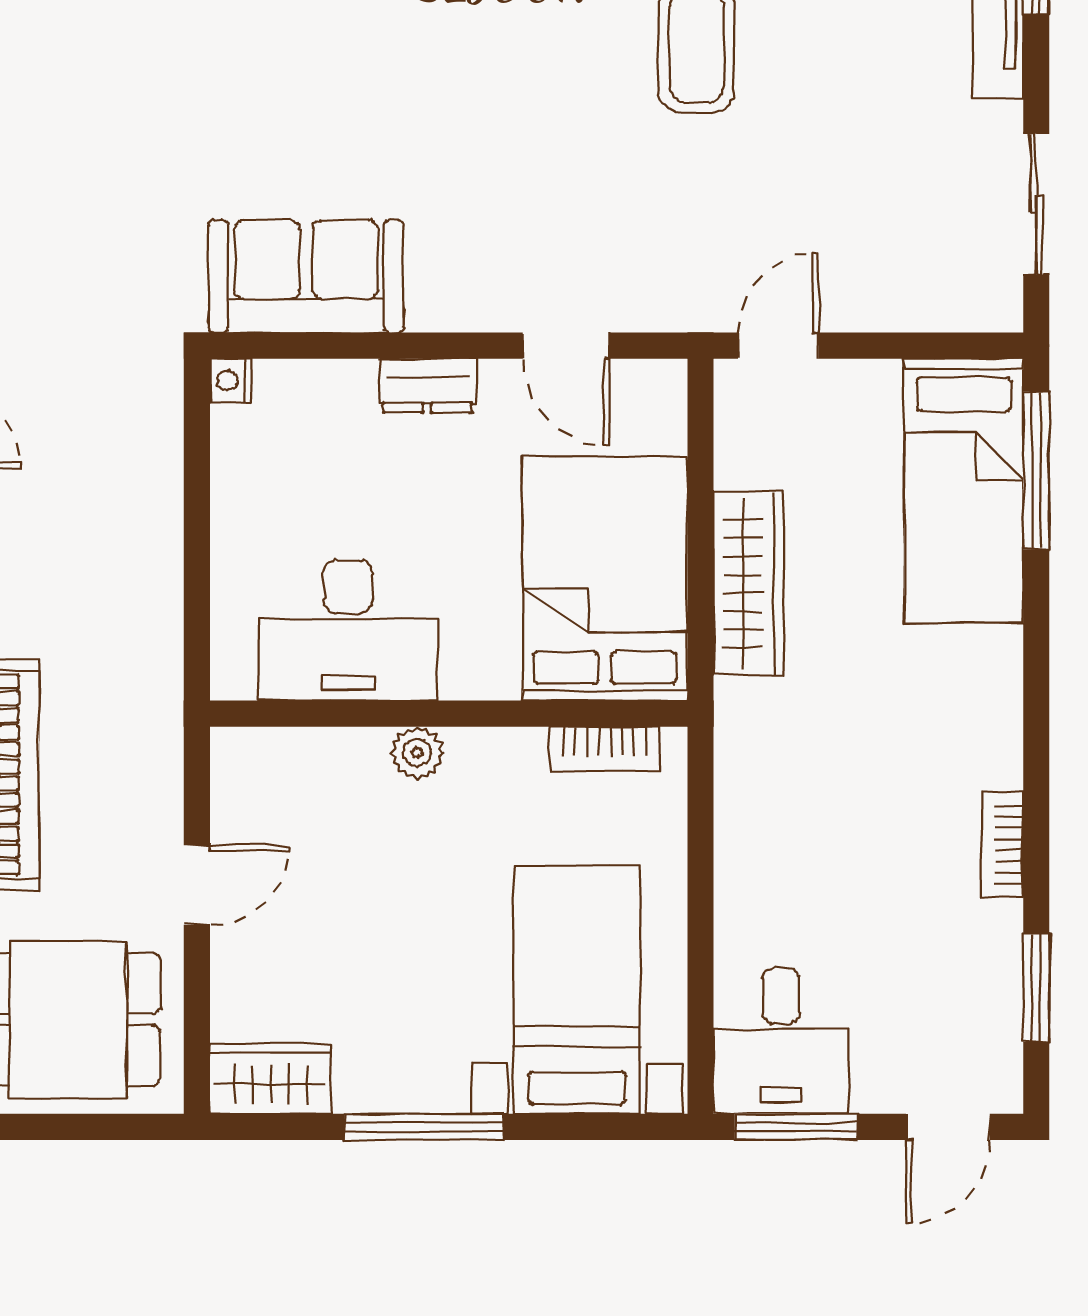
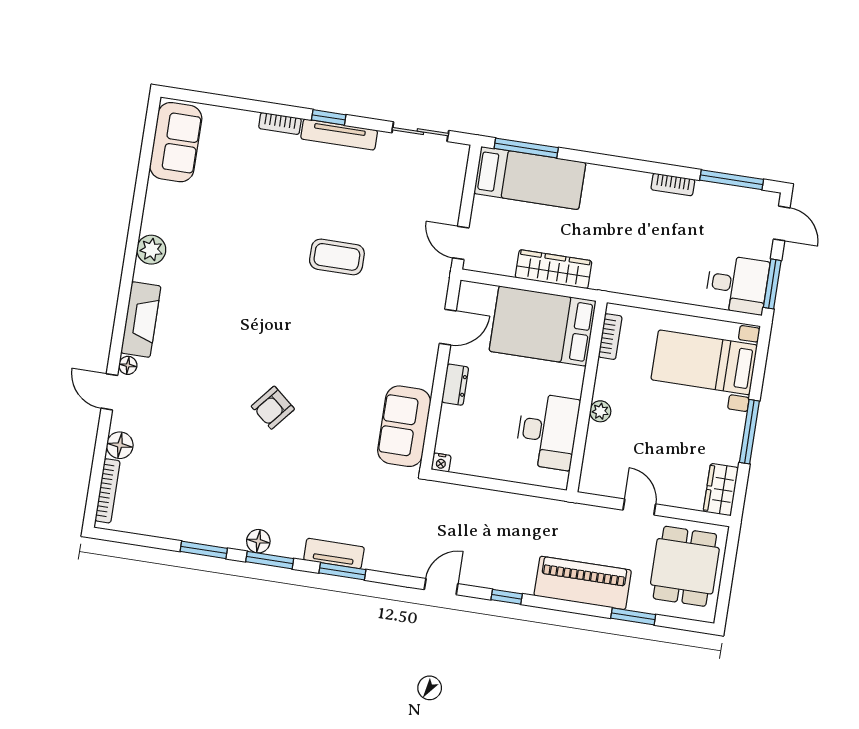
window: (1036, 987) -> (732, 180), width x1.44

